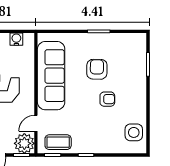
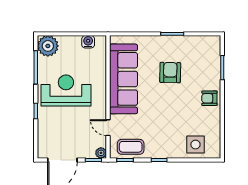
armchair: (107, 99) -> (209, 98), moved, turned 180
door: (36, 123) -> (108, 128), hinge flipped
side table: (134, 132) -> (195, 145), moved
plant: (24, 143) -> (101, 153), width x0.53, depth x0.53

